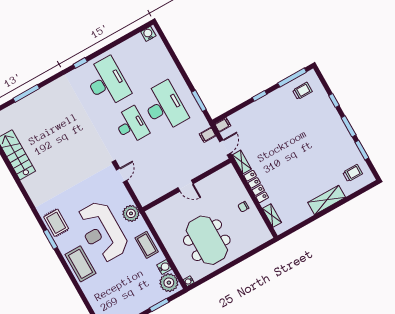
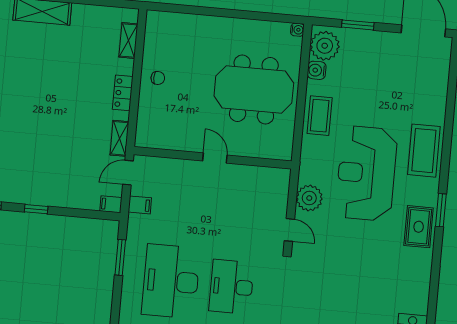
door: (122, 175) -> (289, 230), swing flipped
locker: (256, 187) -> (123, 93), width x0.66
plant: (131, 213) -> (309, 198), moved
reception desk: (102, 232) -> (366, 173), turned 180
meeting table: (207, 240) -> (254, 90), moved, turned 90

